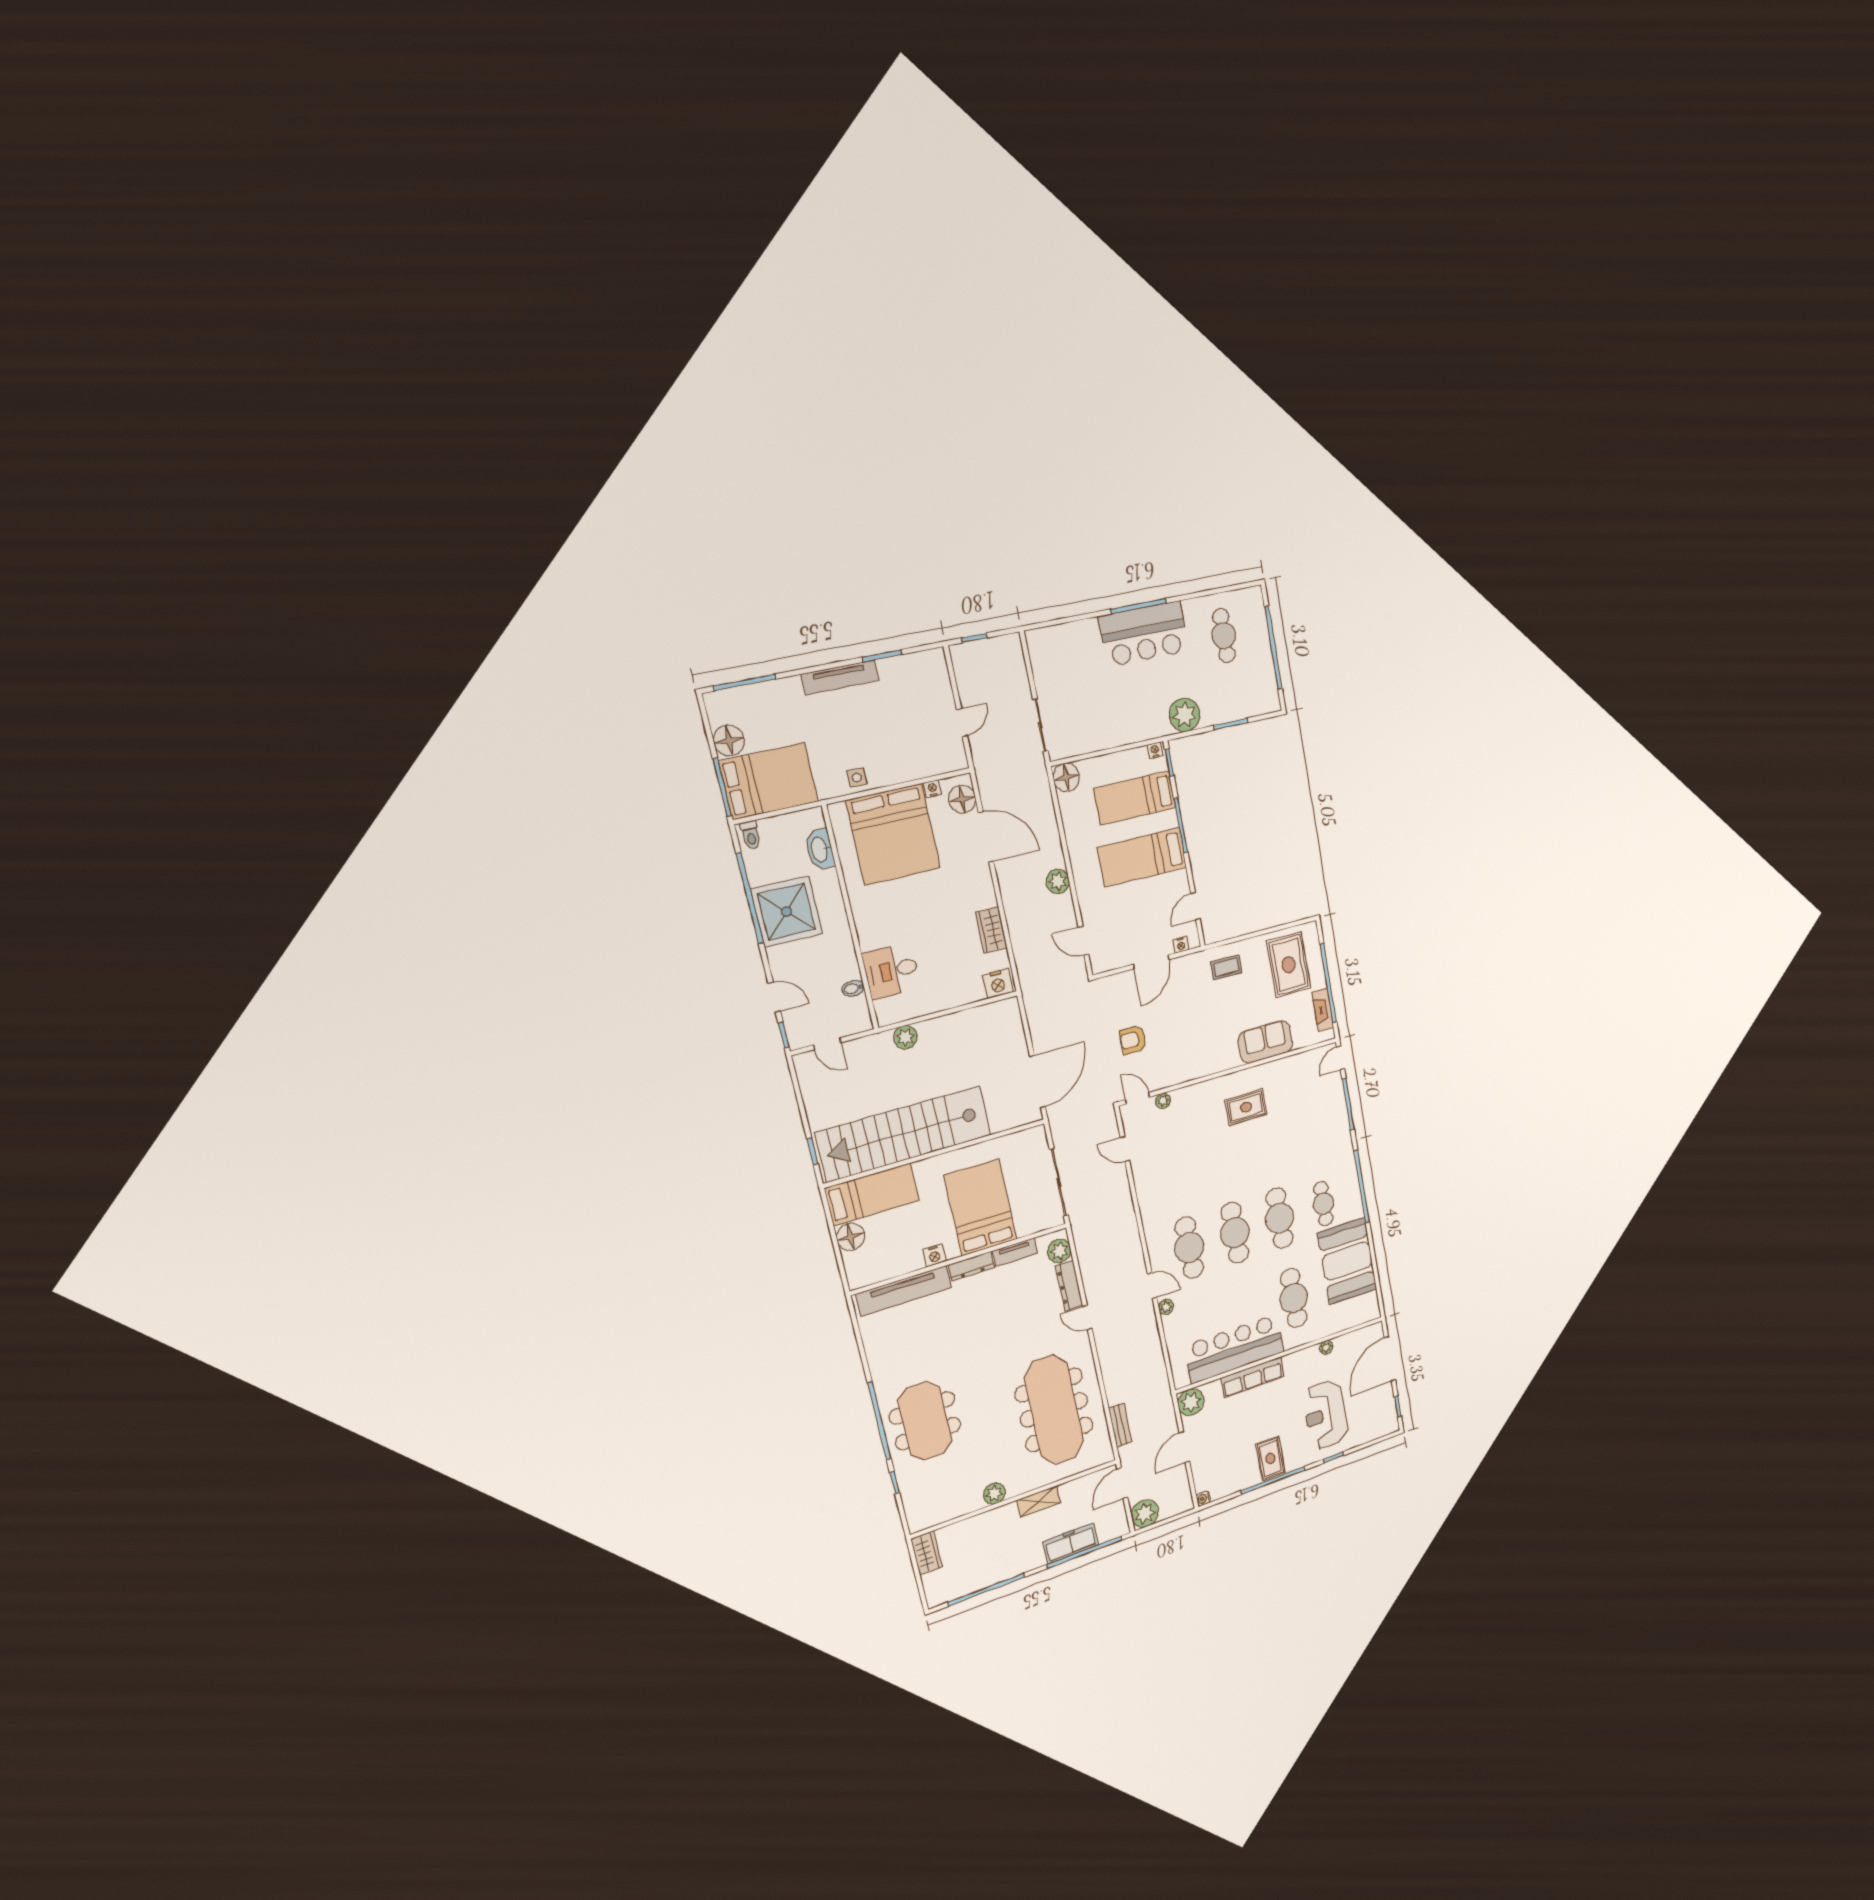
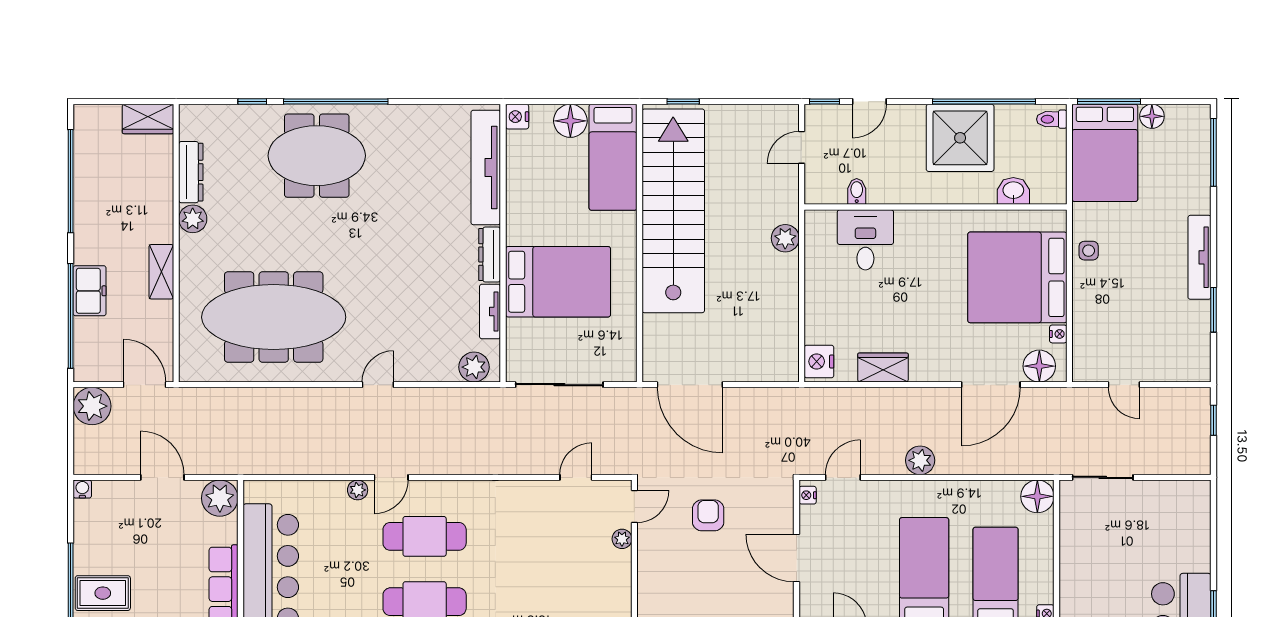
floor lamp: (729, 740) -> (1152, 116), width x0.73, depth x0.73
washbasin: (820, 849) -> (1013, 191), width x0.72
nightstand: (1181, 945) -> (808, 495), moved
nightstand: (935, 1255) -> (517, 117), moved
dresser: (1069, 1286) -> (191, 172), moved, turned 90
bench: (1120, 1425) -> (223, 398), removed
freezer: (1071, 1543) -> (90, 291), width x0.71

